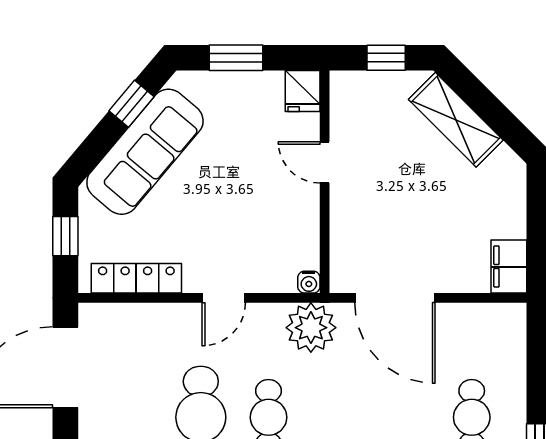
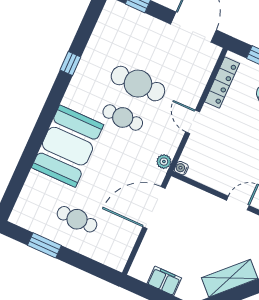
filing cabinet: (509, 267) -> (164, 281), moved
plant: (311, 328) -> (164, 162), width x0.53, depth x0.53

